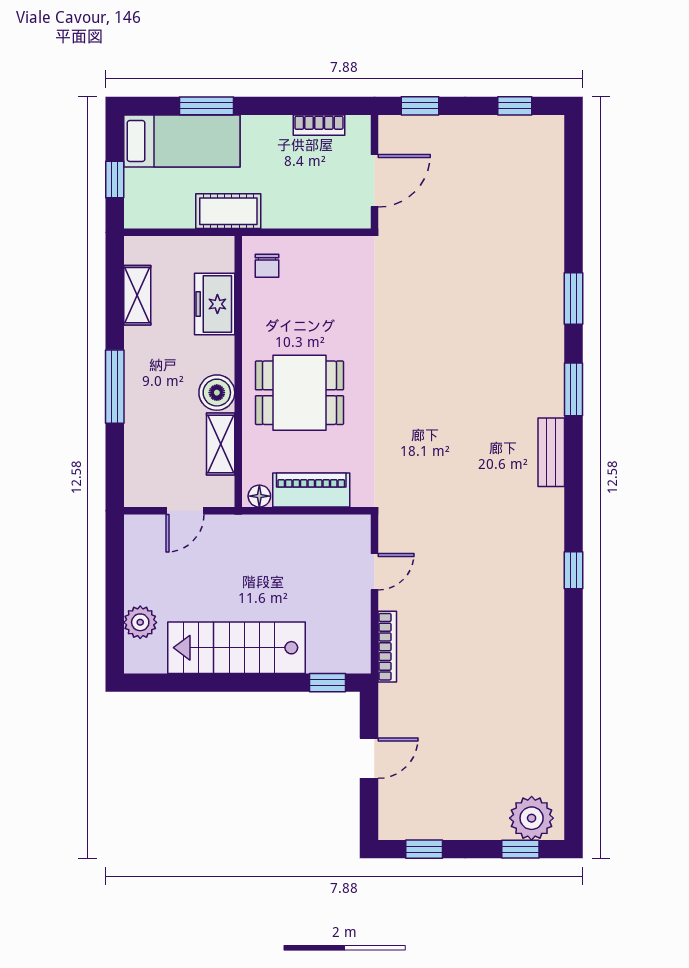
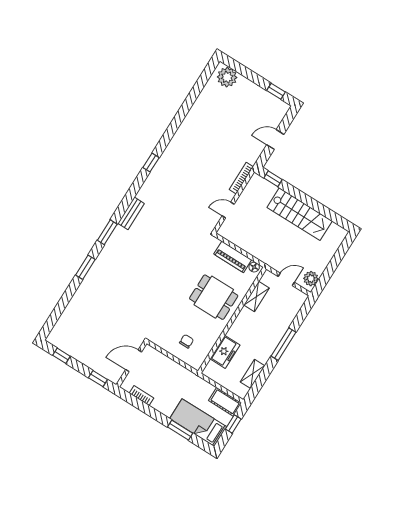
cot: (228, 211) -> (225, 402), moved
chair: (267, 266) -> (186, 341), moved
boiler: (217, 393) -> (245, 317), removed
plant: (140, 622) -> (311, 279), moved
window: (520, 849) -> (239, 68), removed

